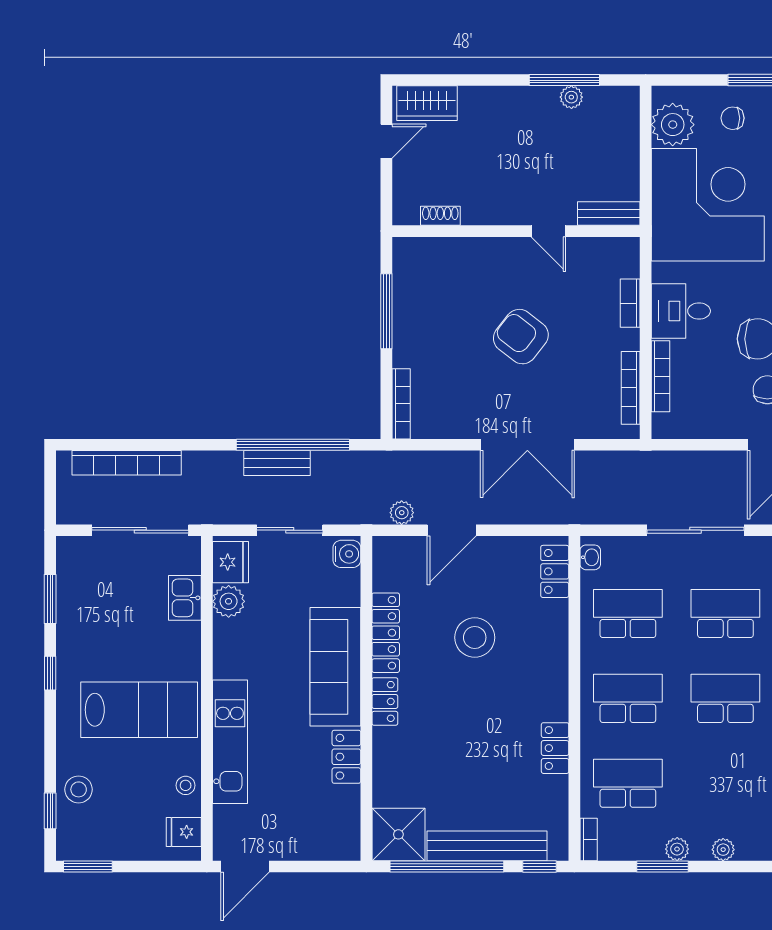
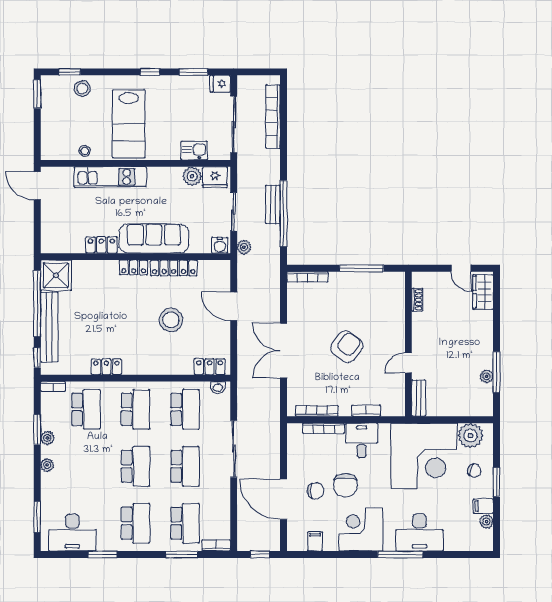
chair: (733, 118) -> (474, 470), turned 109
plant: (402, 513) -> (244, 247), moved
fridge: (184, 832) -> (220, 84), moved, turned -90

